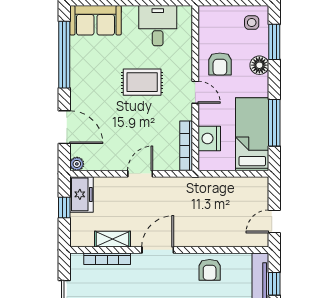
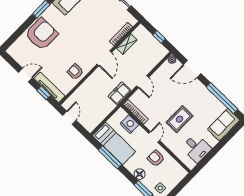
door: (195, 92) -> (154, 137), swing flipped
freezer: (81, 194) -> (120, 93), moved, turned 90

